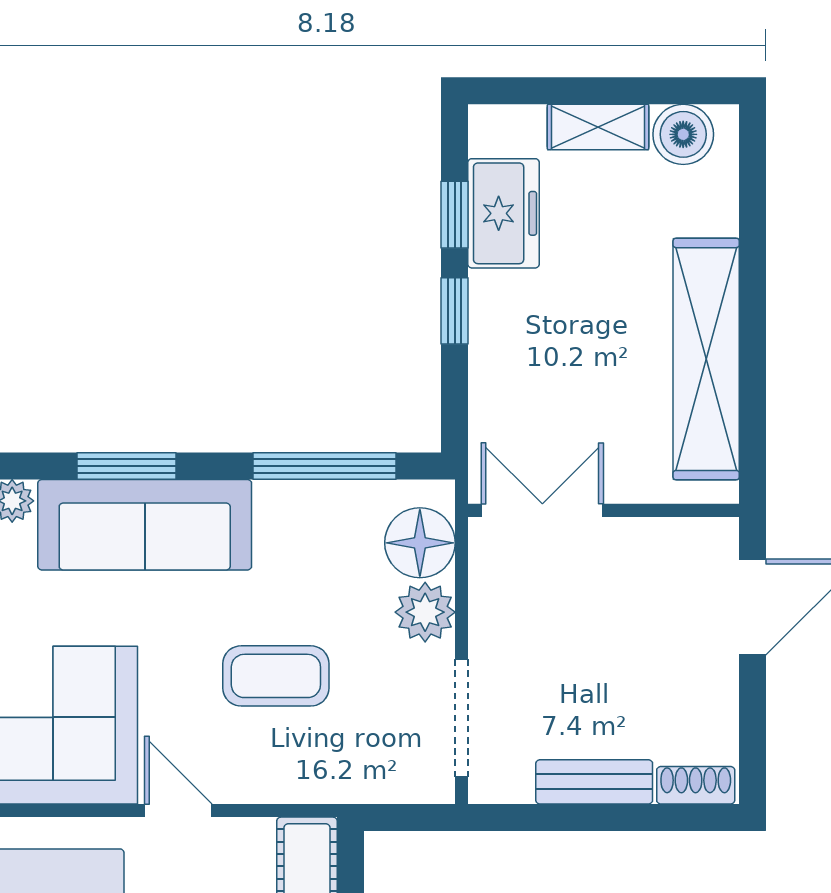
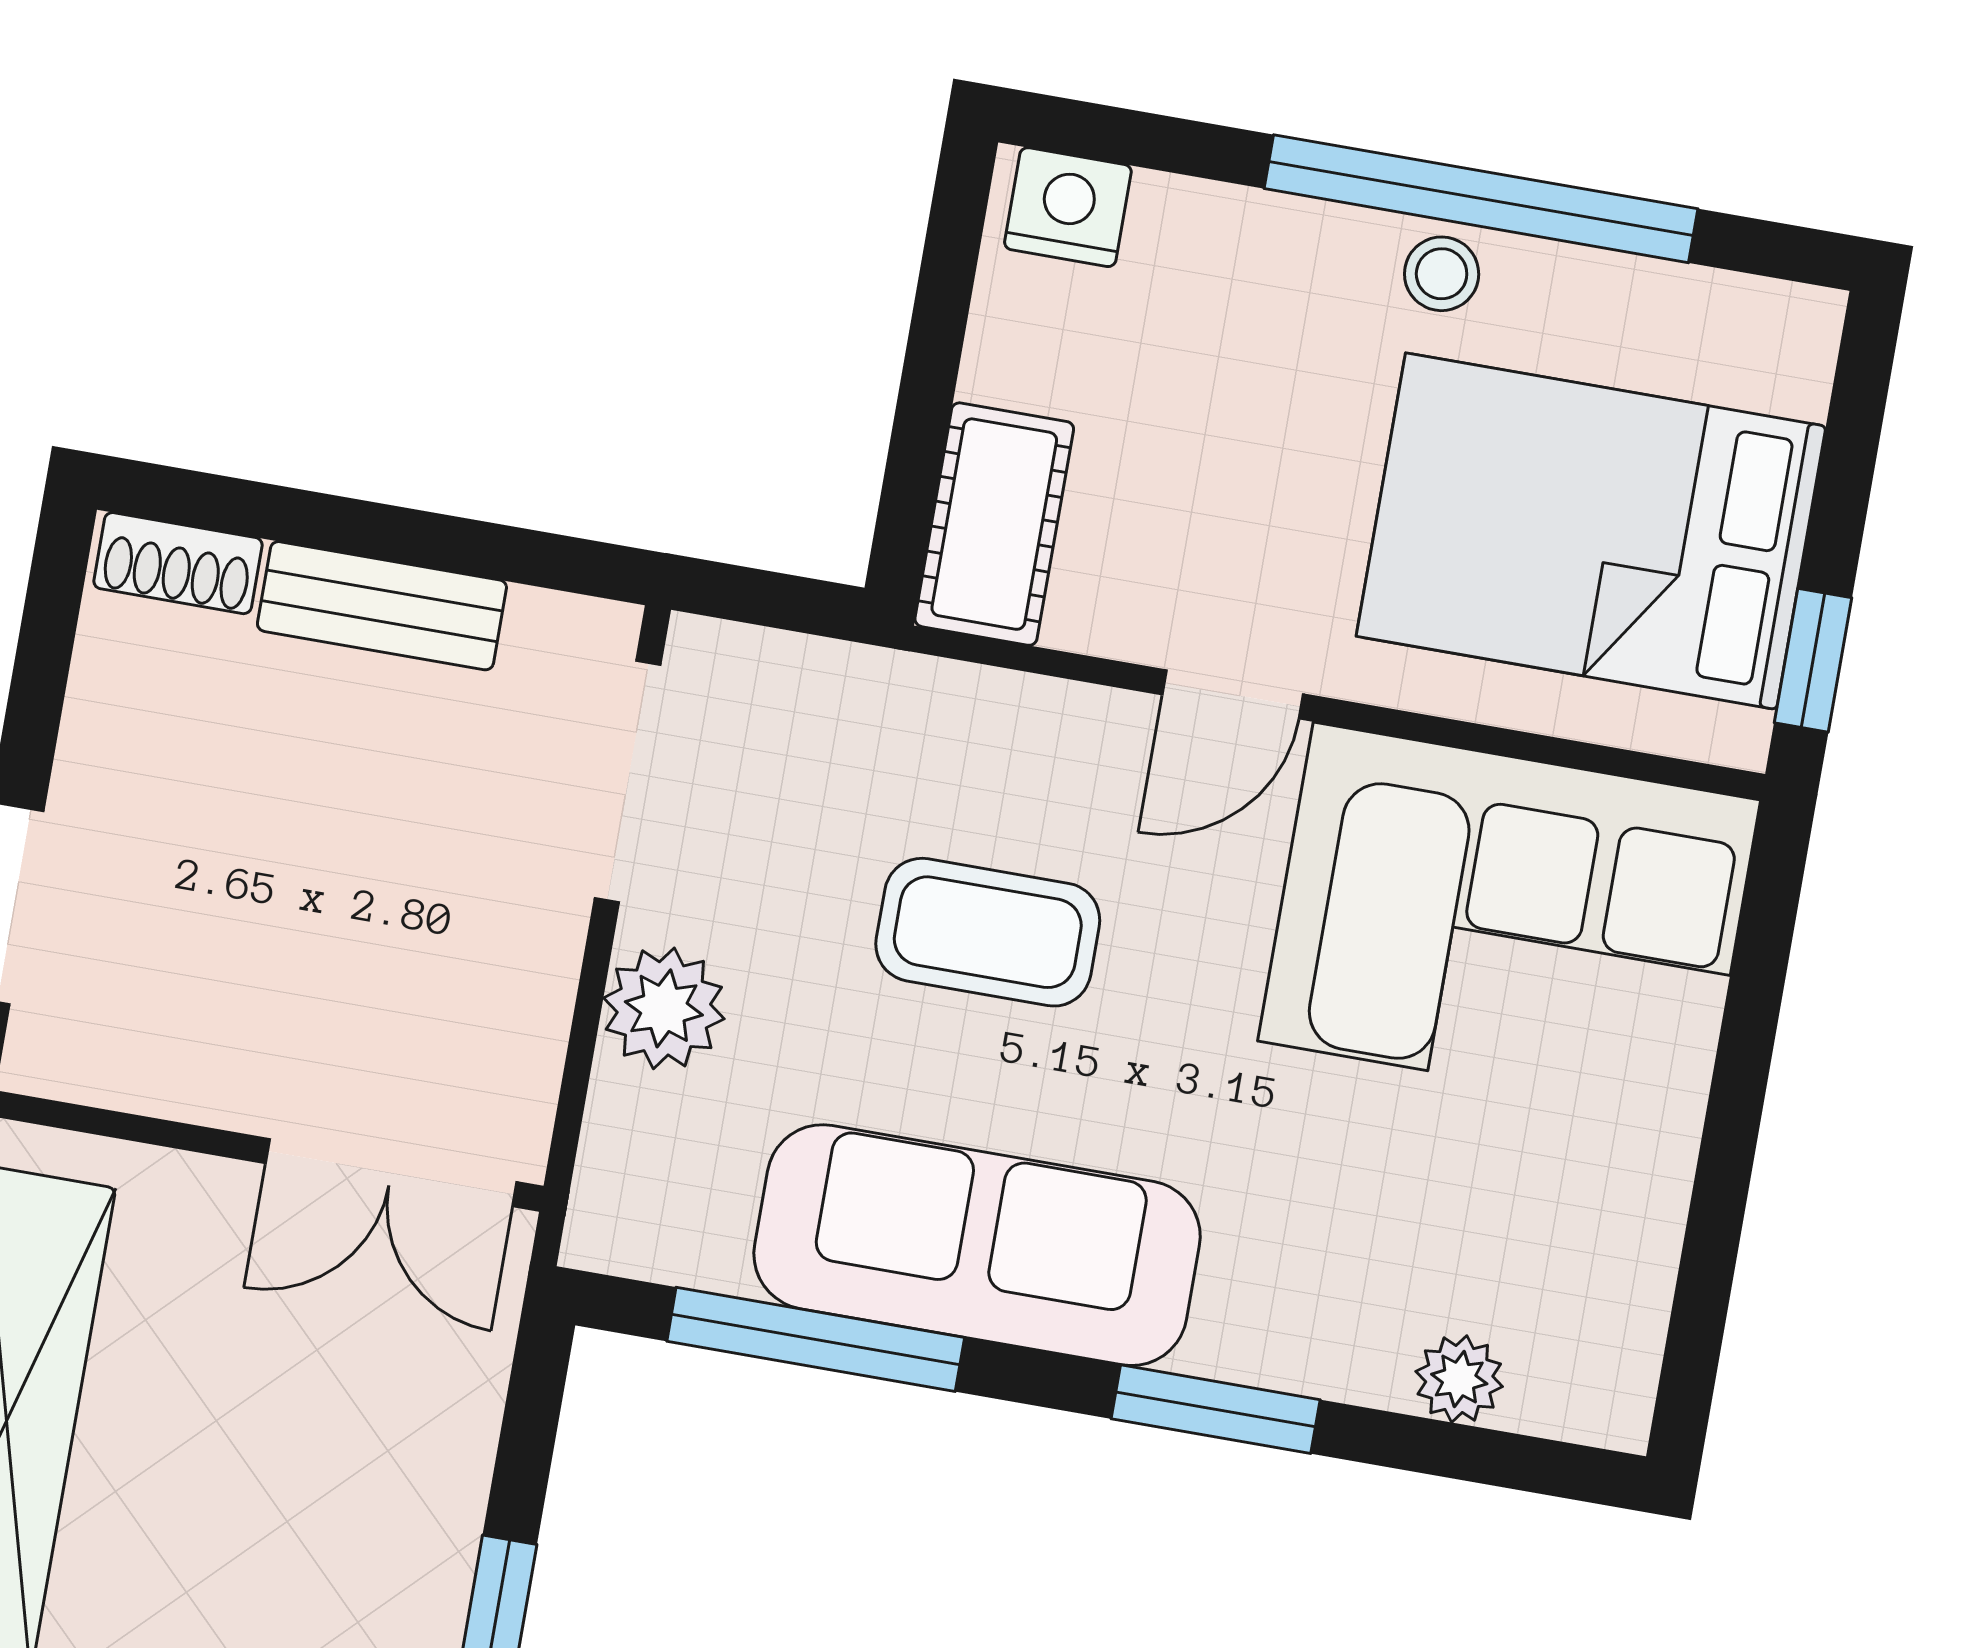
sofa: (145, 525) -> (977, 1245), moved
floor lamp: (420, 543) -> (650, 1150), removed
door: (178, 811) -> (1233, 694), hinge flipped

